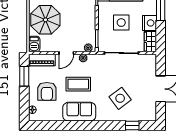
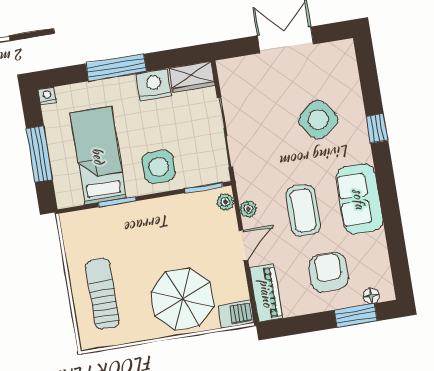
side table: (121, 23) -> (159, 167), moved
door: (66, 53) -> (243, 245), hinge flipped
window: (24, 76) -> (356, 315), moved
armchair: (47, 91) -> (328, 272), turned -90
window: (132, 126) -> (377, 128), moved

